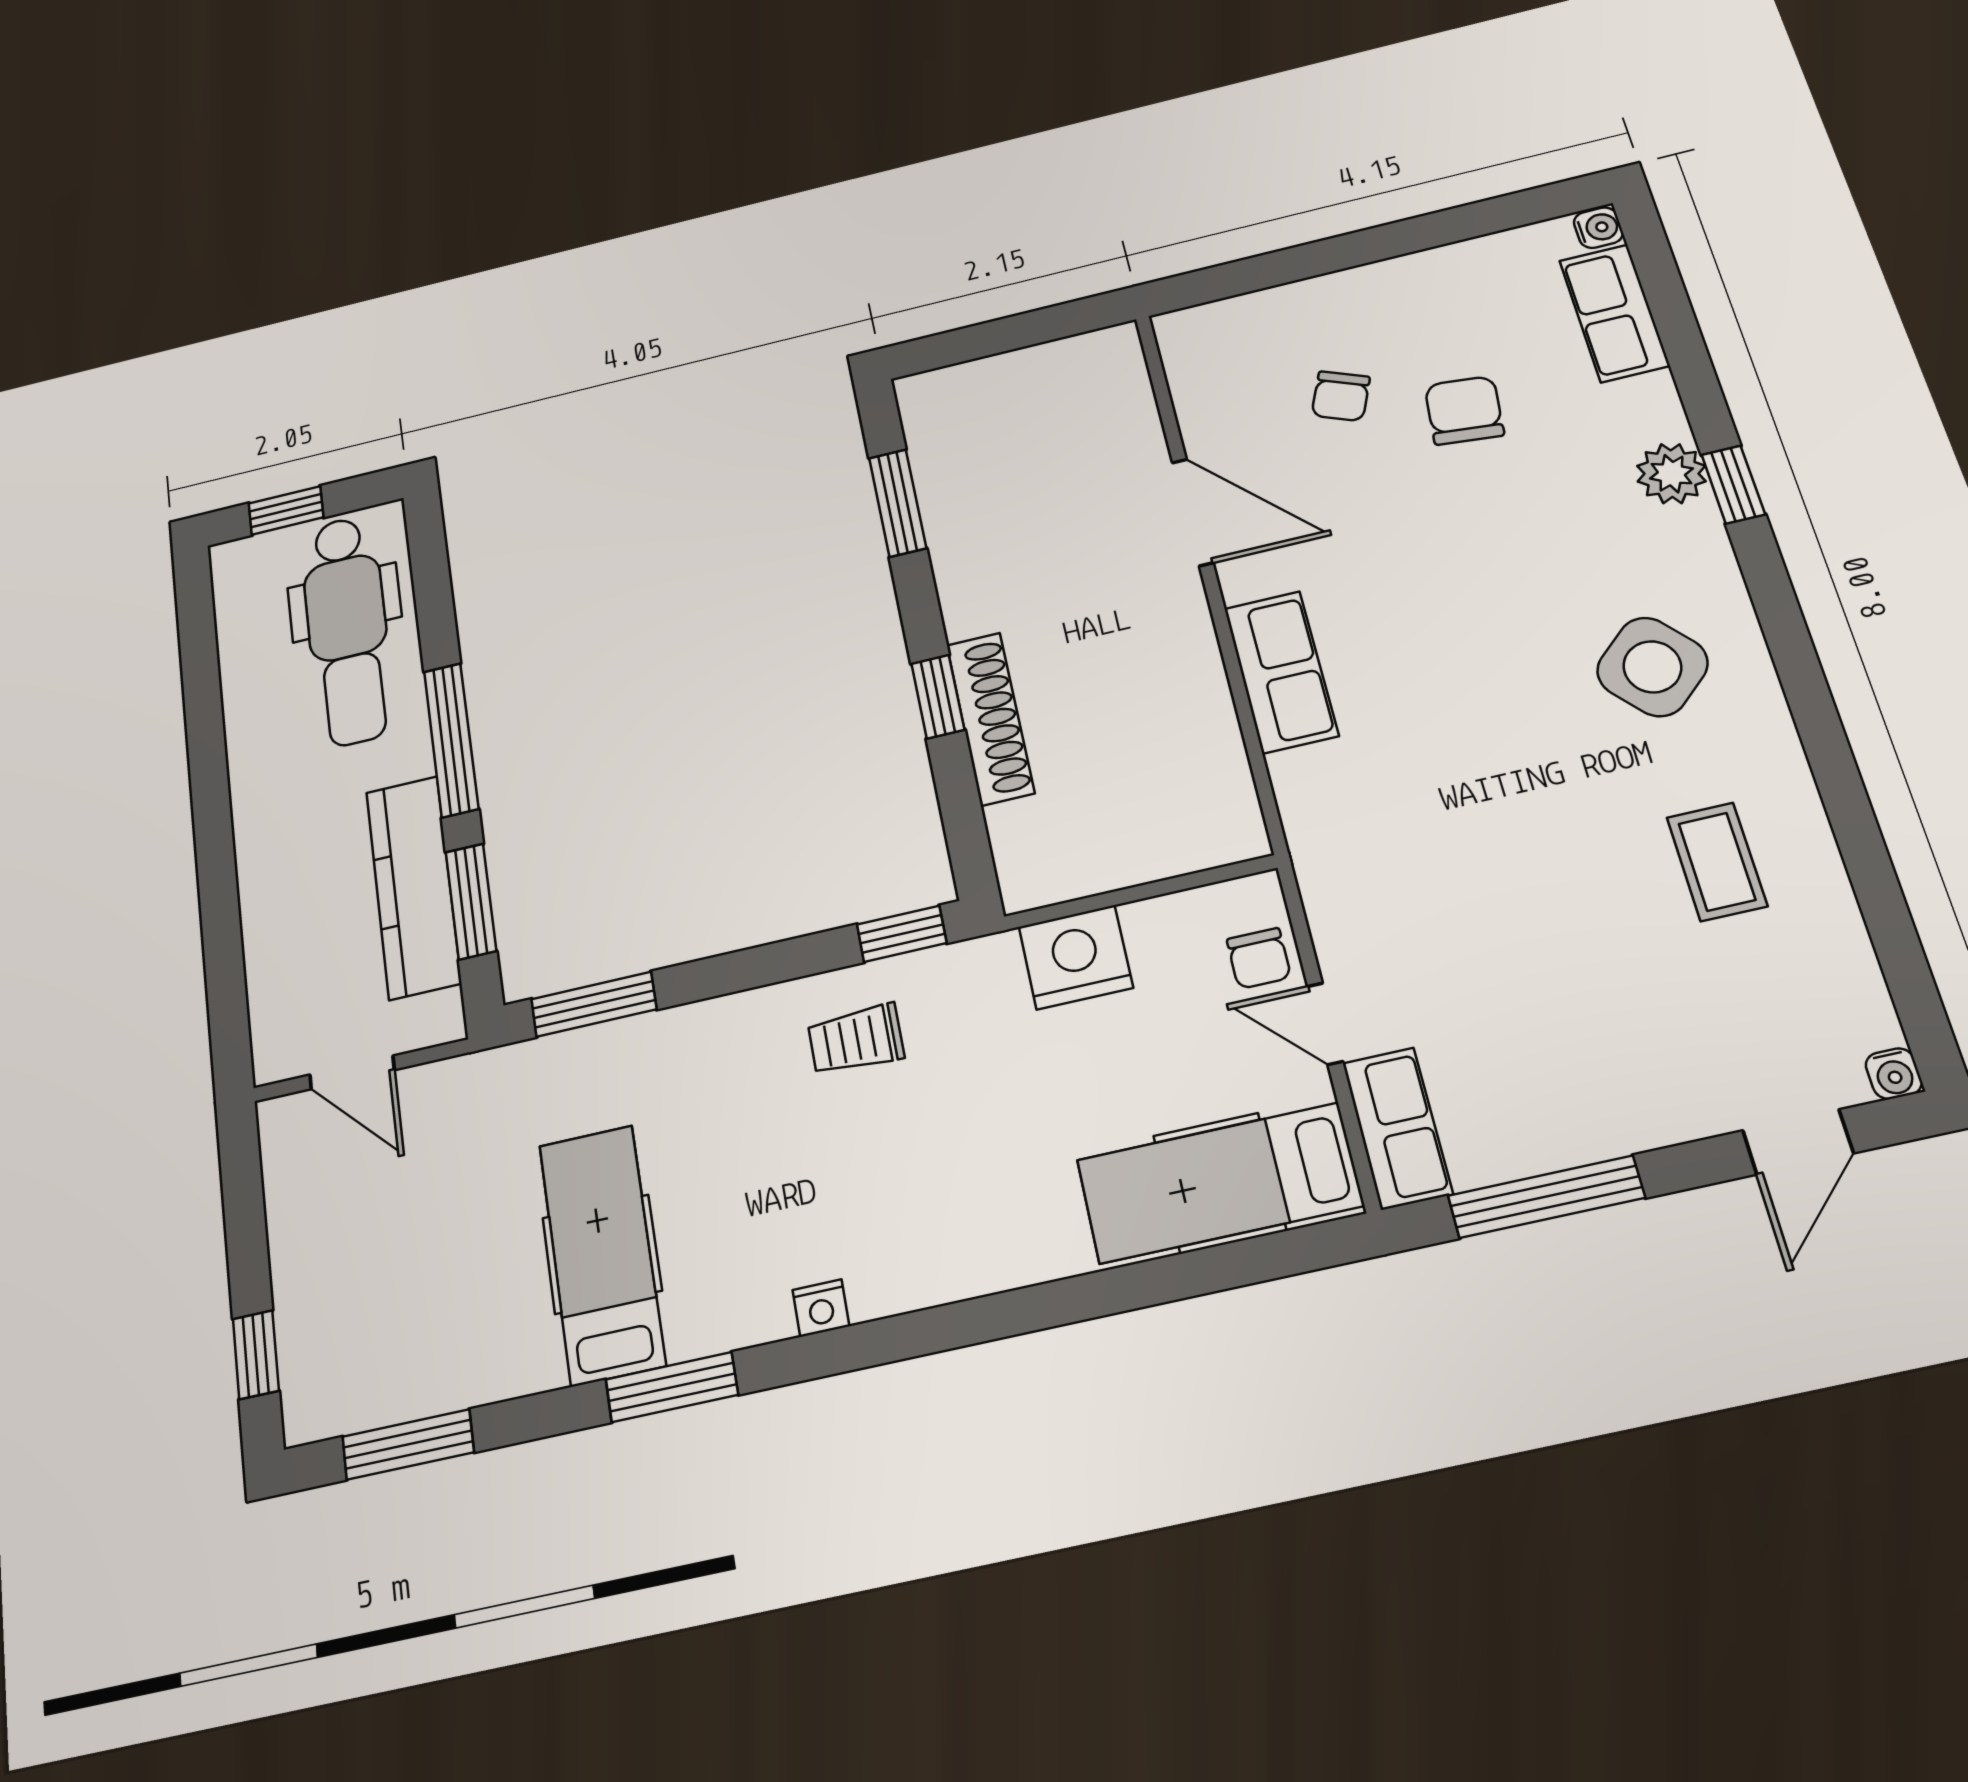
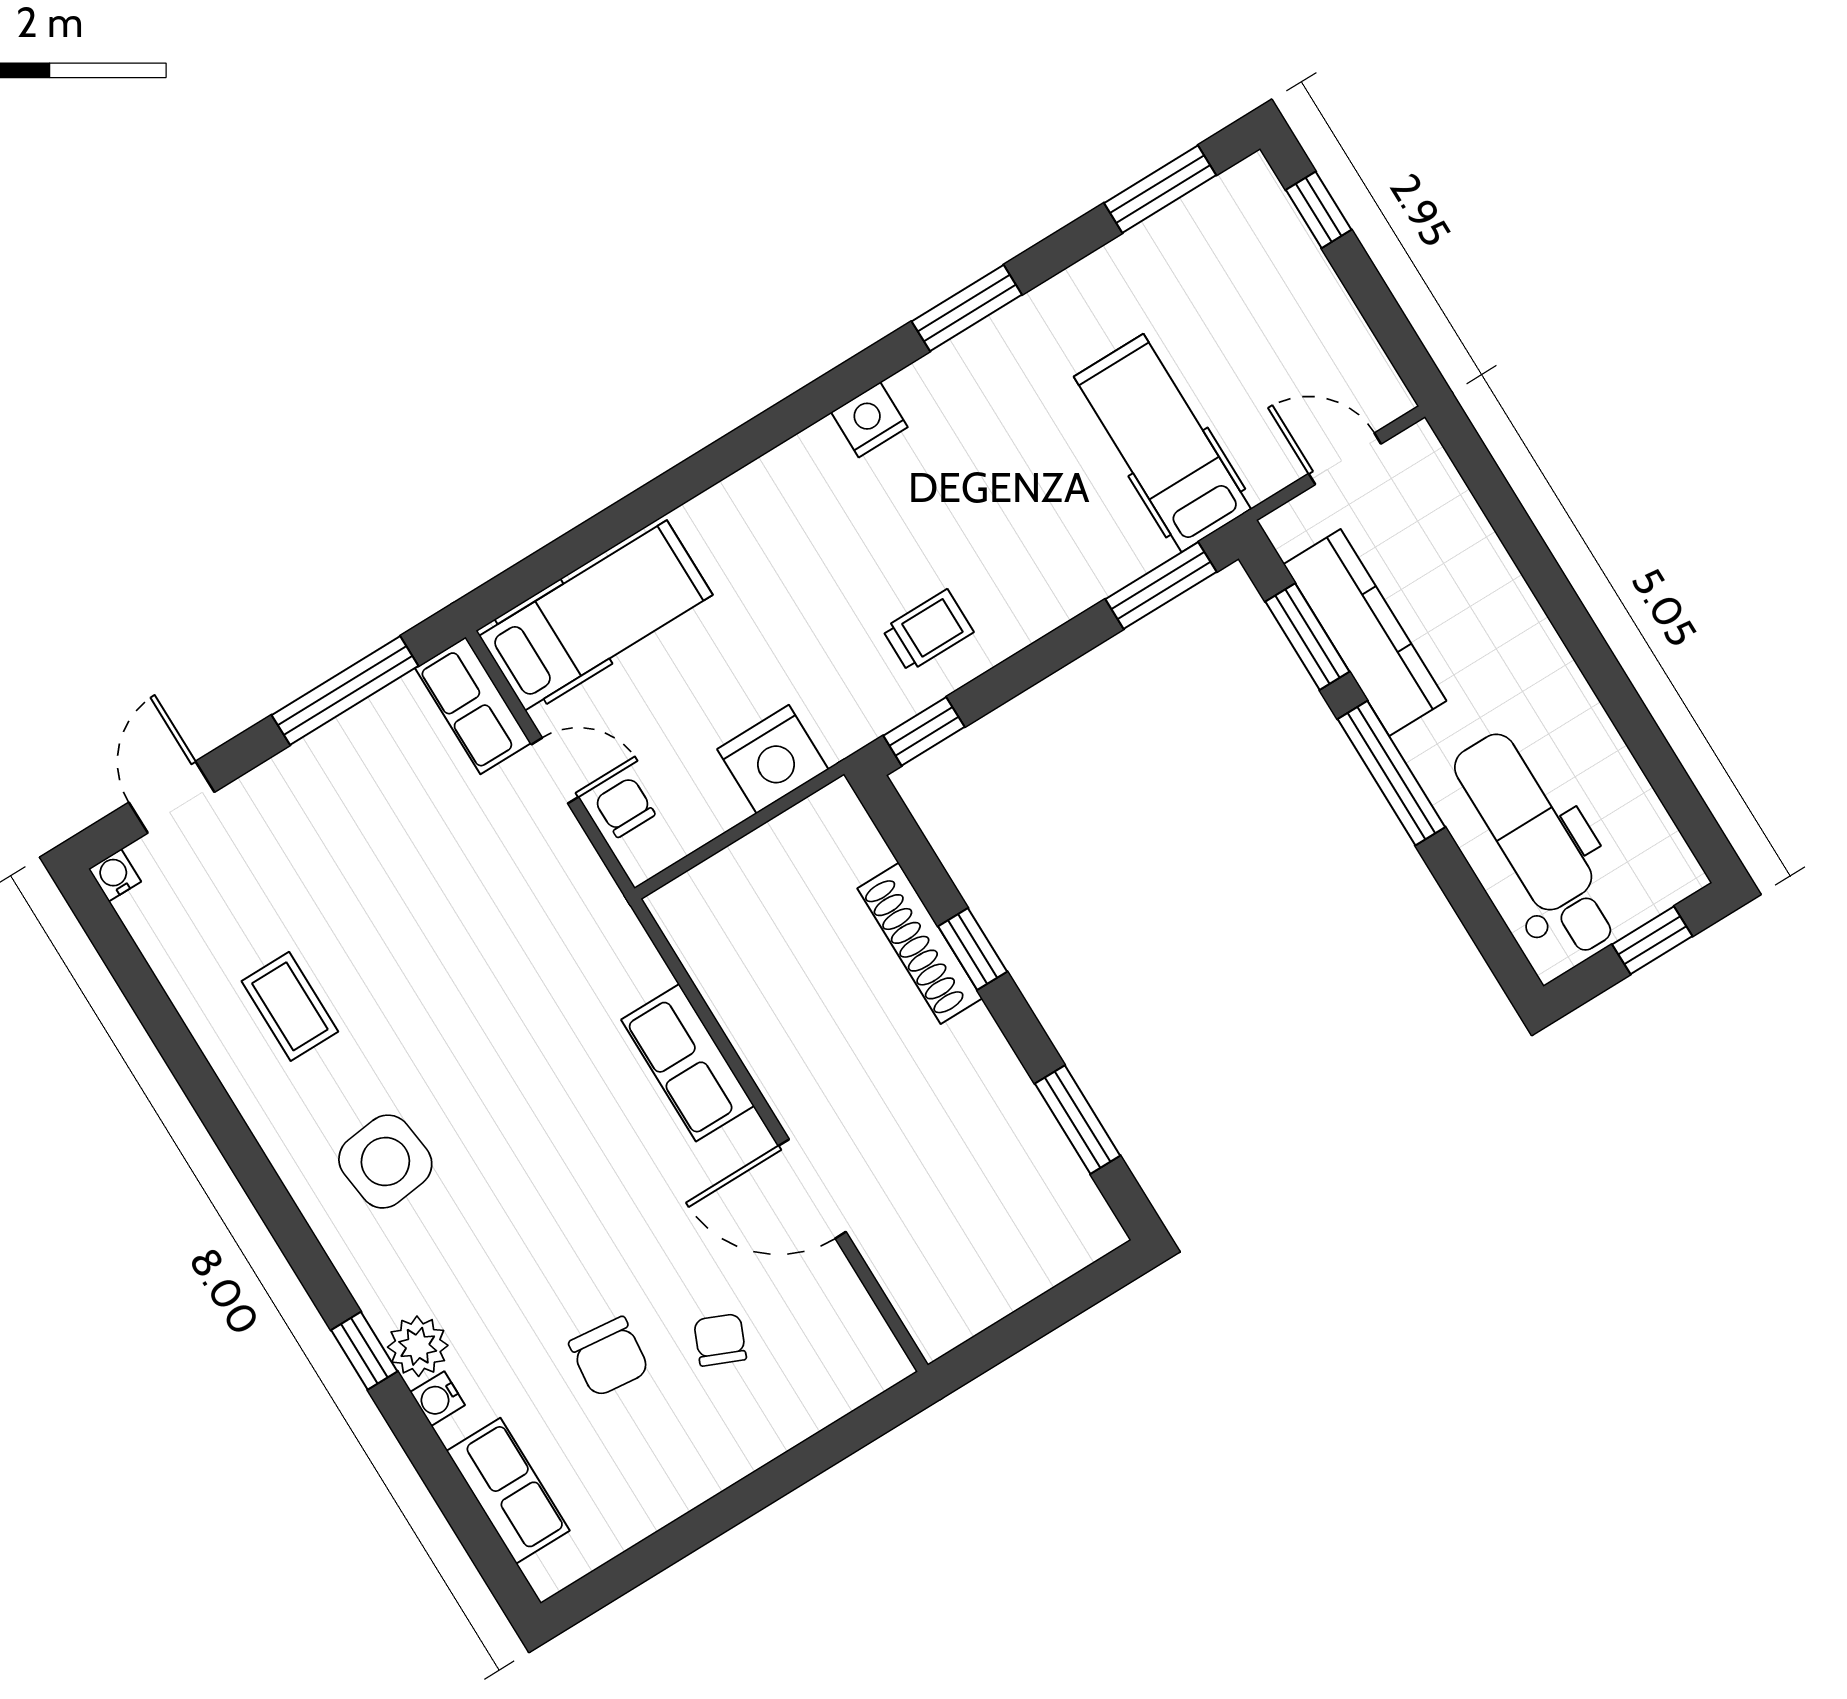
water cooler: (1598, 228) -> (438, 1399), moved
side table: (1652, 667) -> (385, 1162), turned 35
hospital bed: (602, 1254) -> (1163, 443), moved, turned 180
nightstand: (821, 1308) -> (869, 420), width x1.39, depth x1.35

